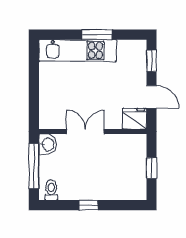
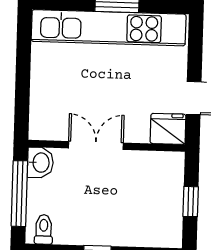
kitchen unit: (78, 50) -> (109, 28), width x1.36
window: (151, 61) -> (195, 45), removed

